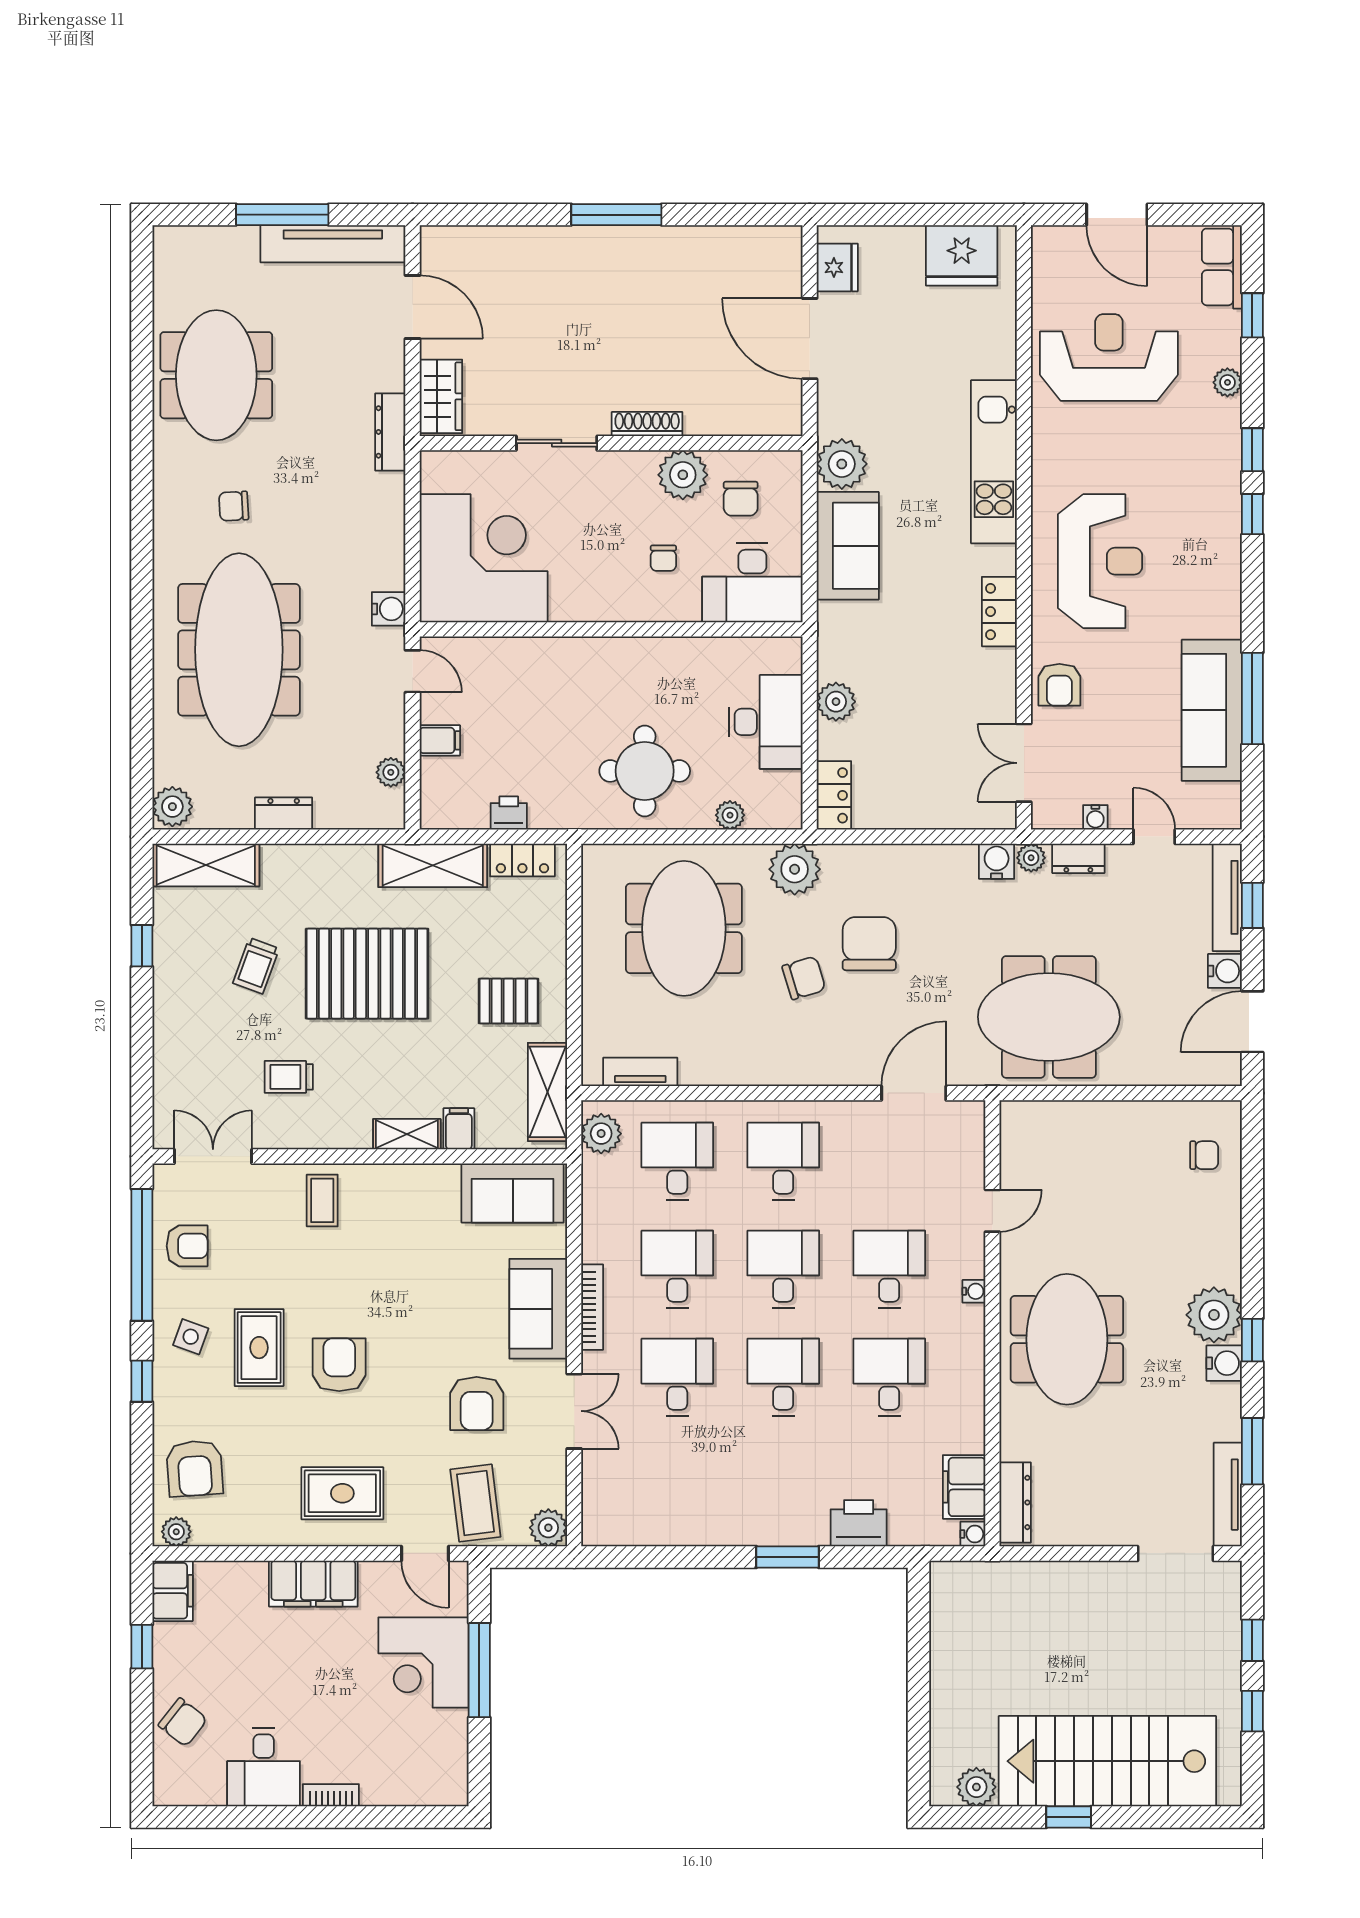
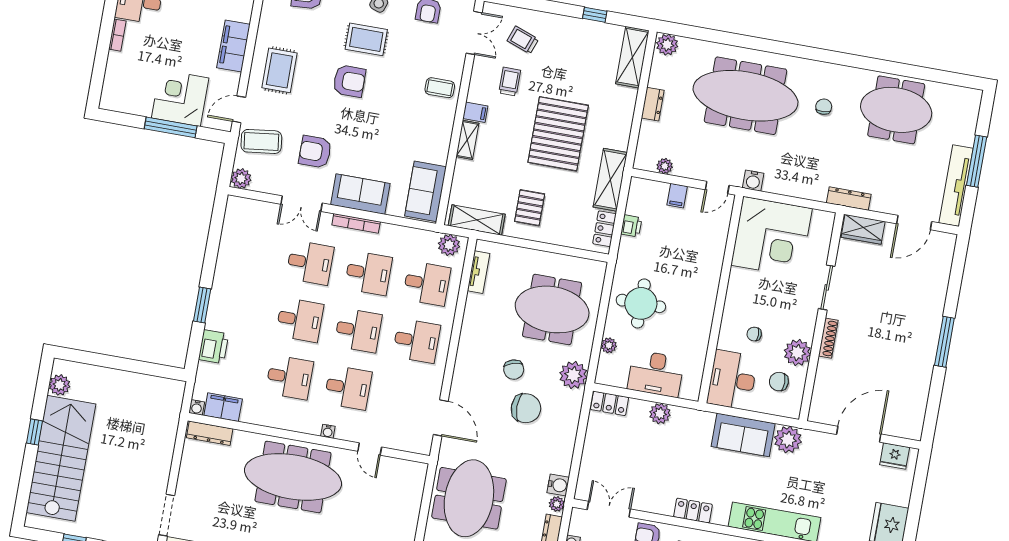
trolley: (256, 966) -> (523, 40), moved
filing cabinet: (459, 1129) -> (475, 112), moved
meeting table: (1067, 1339) -> (293, 477), width x1.36

